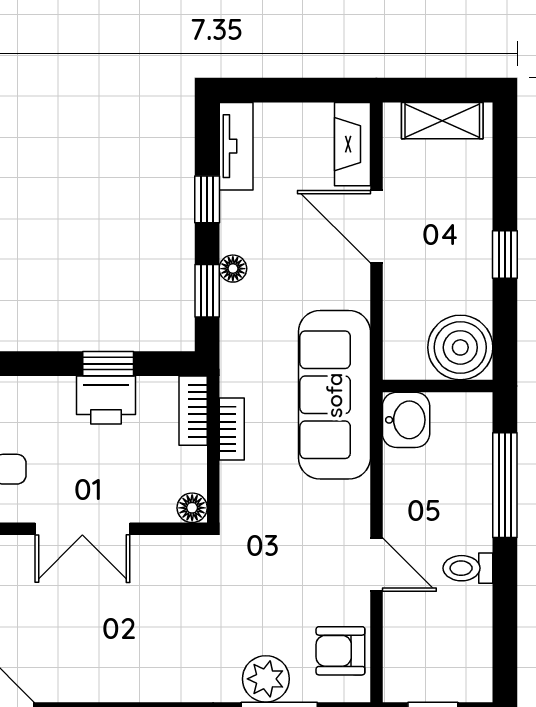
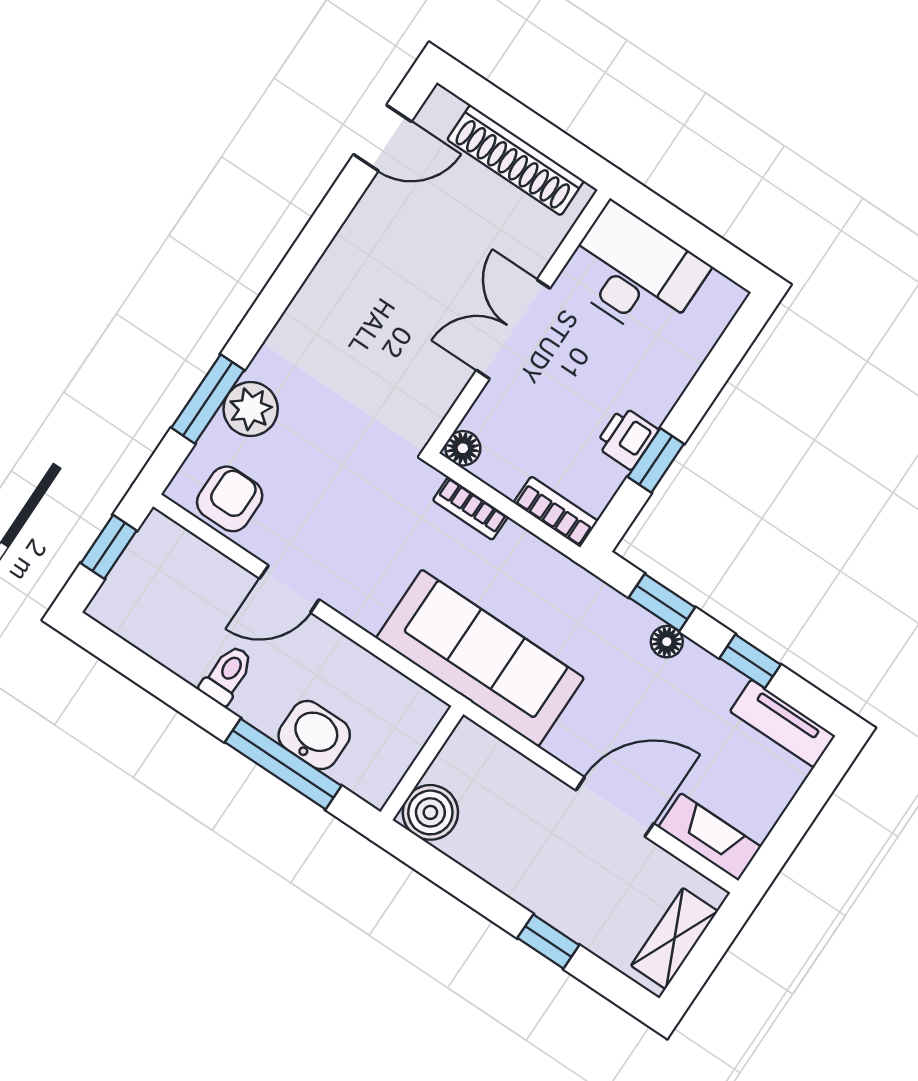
window: (505, 255) -> (548, 942), moved
boiler: (460, 347) -> (430, 812), width x0.73, depth x0.73
printer: (106, 400) -> (627, 438), width x0.73, depth x0.81
washbasin: (406, 420) -> (314, 735), moved, turned 180
bookcase: (232, 429) -> (470, 508), moved

